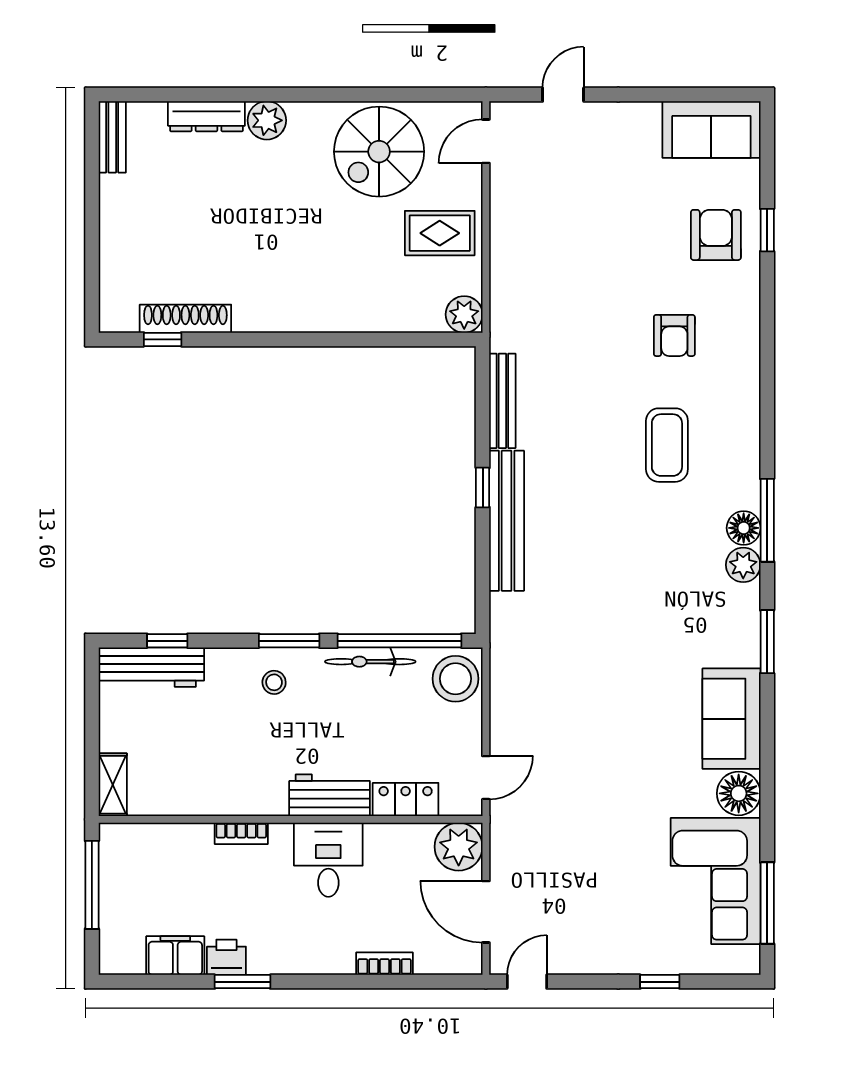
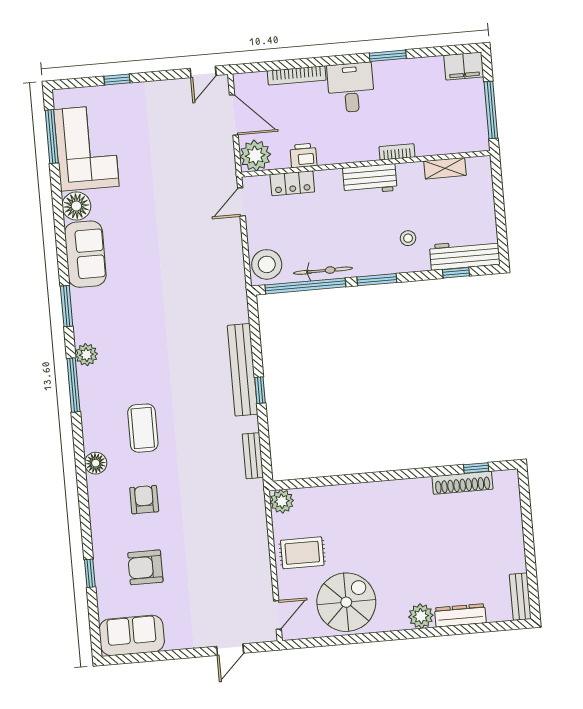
armchair: (716, 235) -> (145, 567), moved, turned 90
bench: (502, 401) -> (253, 456), width x0.73
floor lamp: (744, 528) -> (96, 463), moved
stool: (274, 682) -> (408, 238), moved
shelving: (113, 785) -> (445, 168), moved, turned 90
workbench: (330, 795) -> (370, 179), moved
desk: (328, 860) -> (351, 88), moved, turned 180
filing cabinet: (175, 956) -> (464, 66), moved
printer: (226, 957) -> (303, 155), moved, turned 180
bookcase: (385, 964) -> (297, 75), width x1.56

